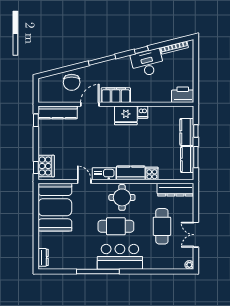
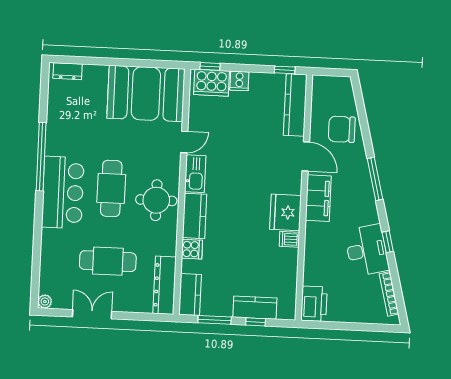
cooker: (44, 148) -> (239, 81), added
kitchen counter: (187, 159) -> (190, 295), moved, turned 90

